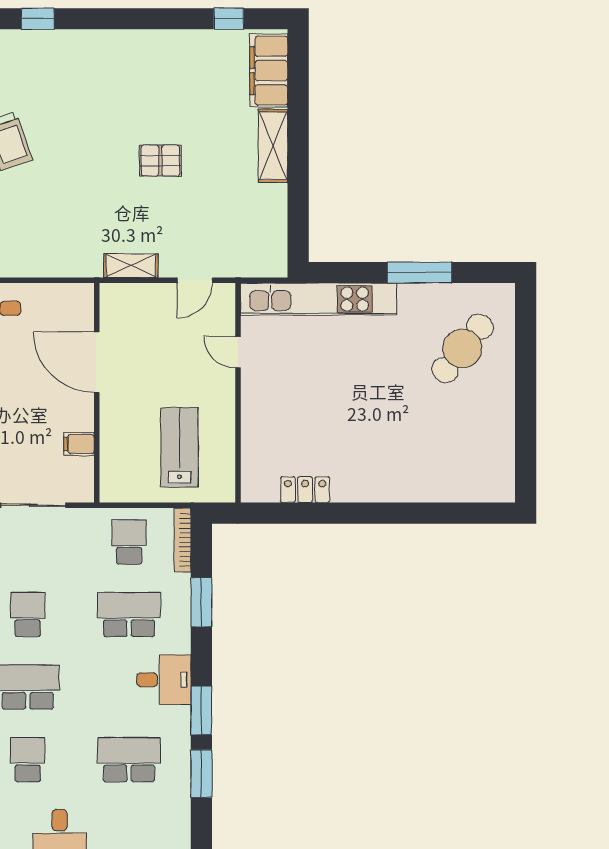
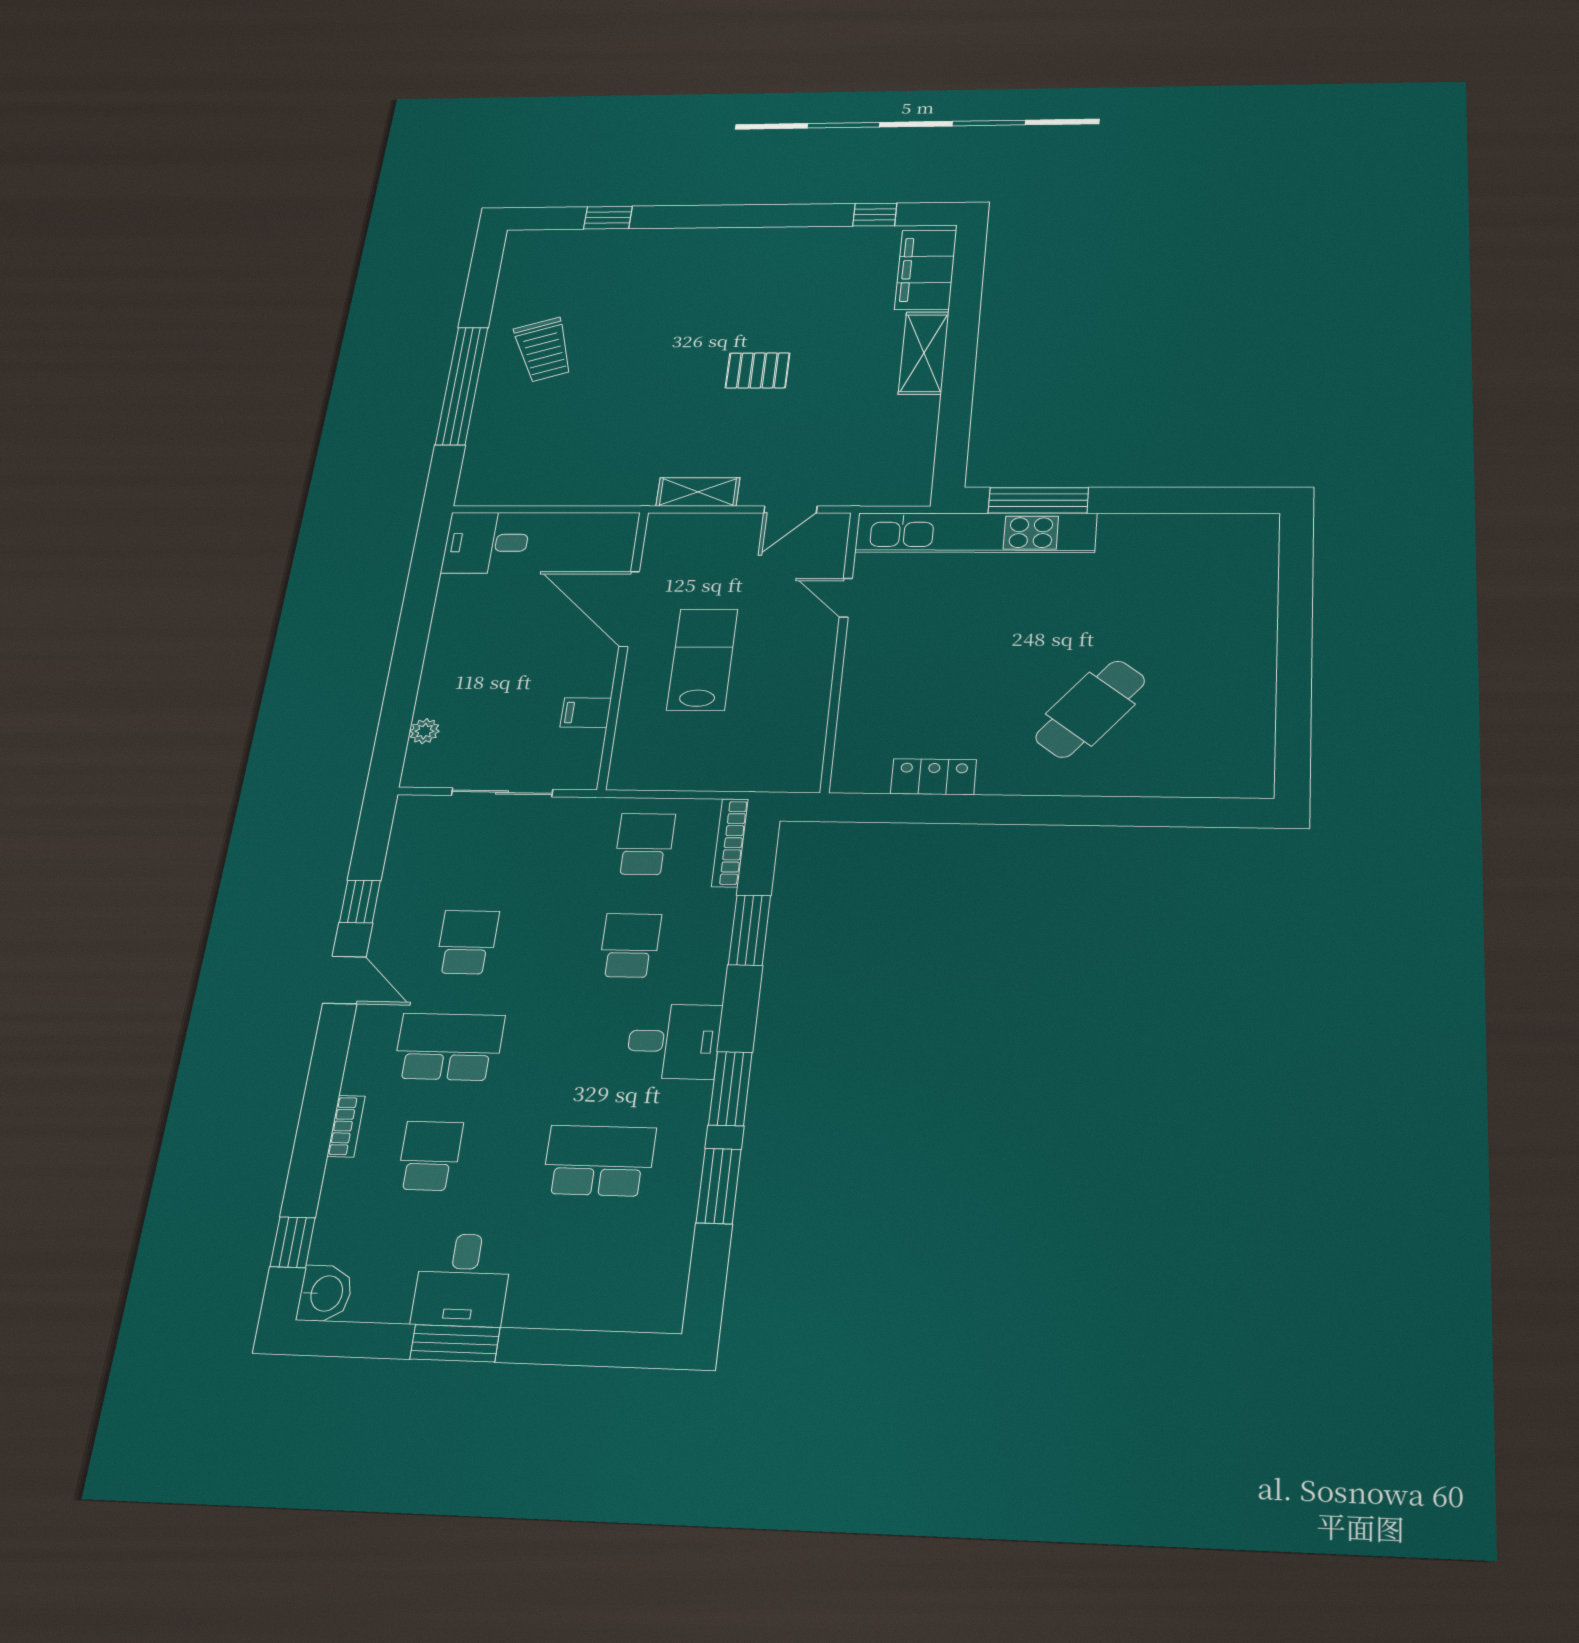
window: (419, 272) -> (1038, 500), moved
cafe table: (462, 348) -> (1090, 709), moved
lab bench: (179, 447) -> (702, 659), moved
school desk: (129, 614) -> (630, 945), width x0.54

